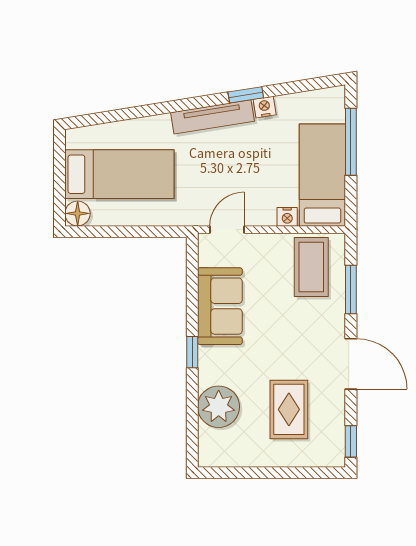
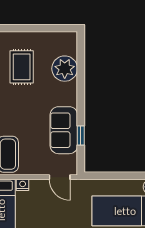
door: (227, 230) -> (60, 177), hinge flipped
window: (192, 352) -> (81, 135), moved

